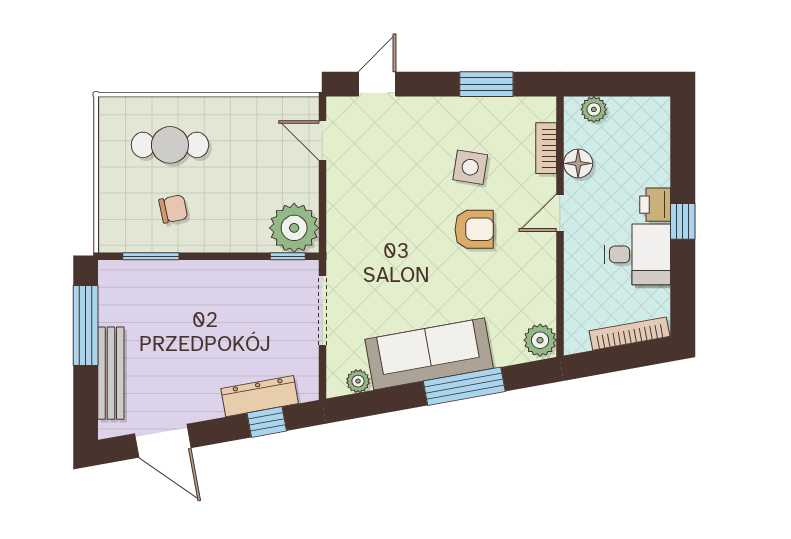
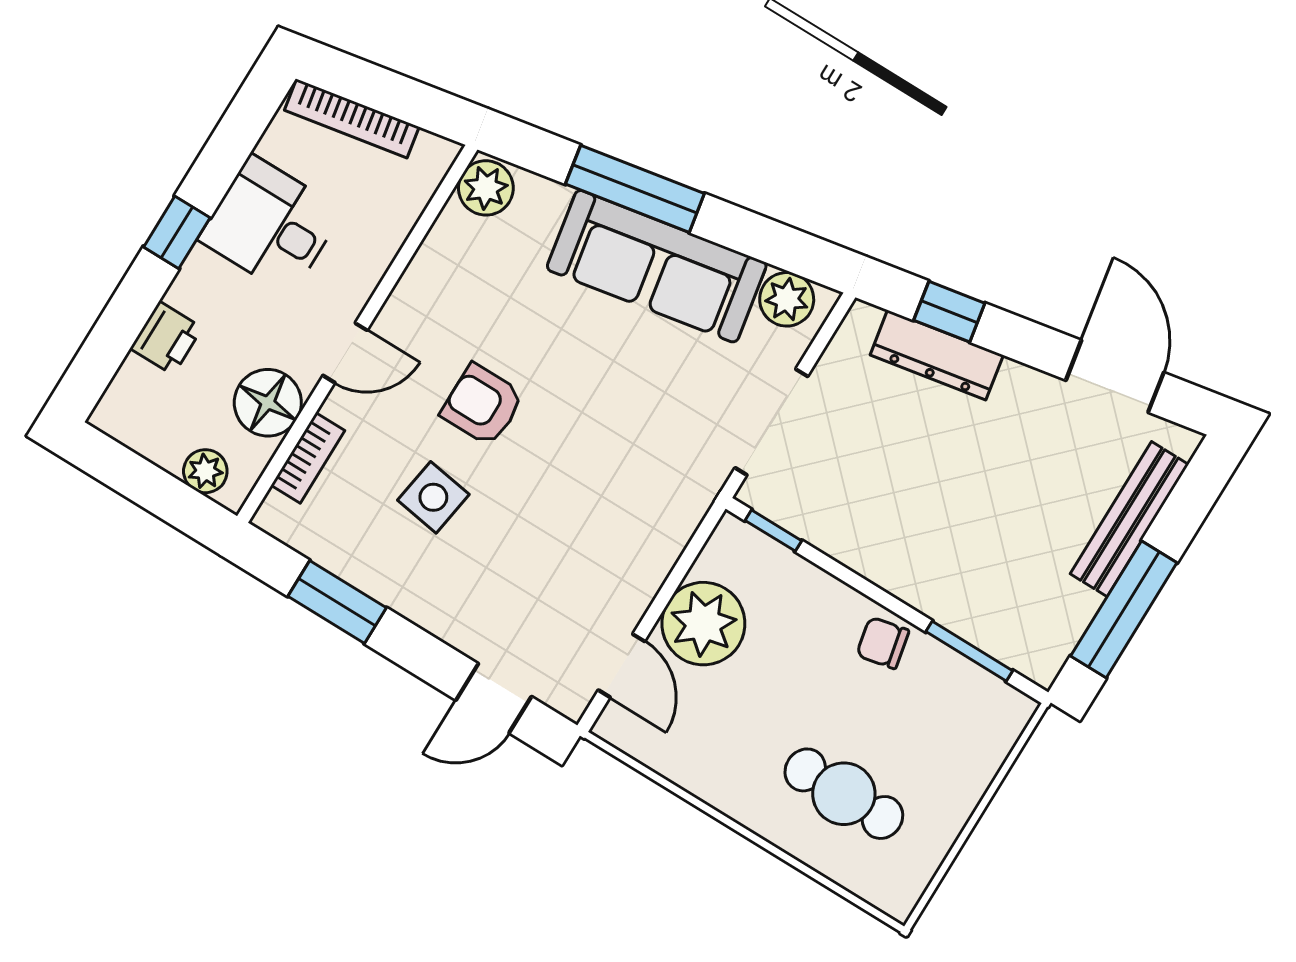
floor lamp: (578, 163) -> (268, 403), width x1.38, depth x1.38
printer: (655, 205) -> (166, 338), moved
chair: (173, 209) -> (883, 643), moved
plant: (294, 228) -> (703, 624), moved
plant: (358, 381) -> (787, 299), width x1.38, depth x1.38

